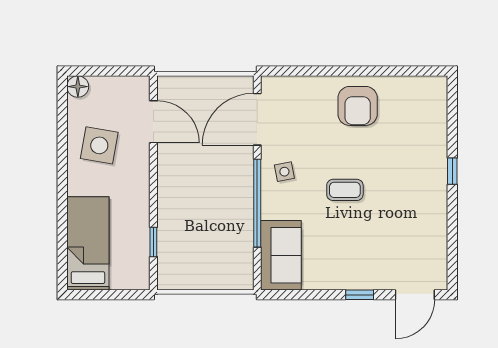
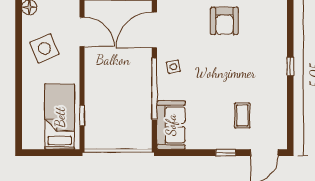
side table: (99, 145) -> (44, 48), turned -33
coffee table: (345, 190) -> (242, 115), moved, turned 90
bed: (88, 243) -> (60, 117), moved

